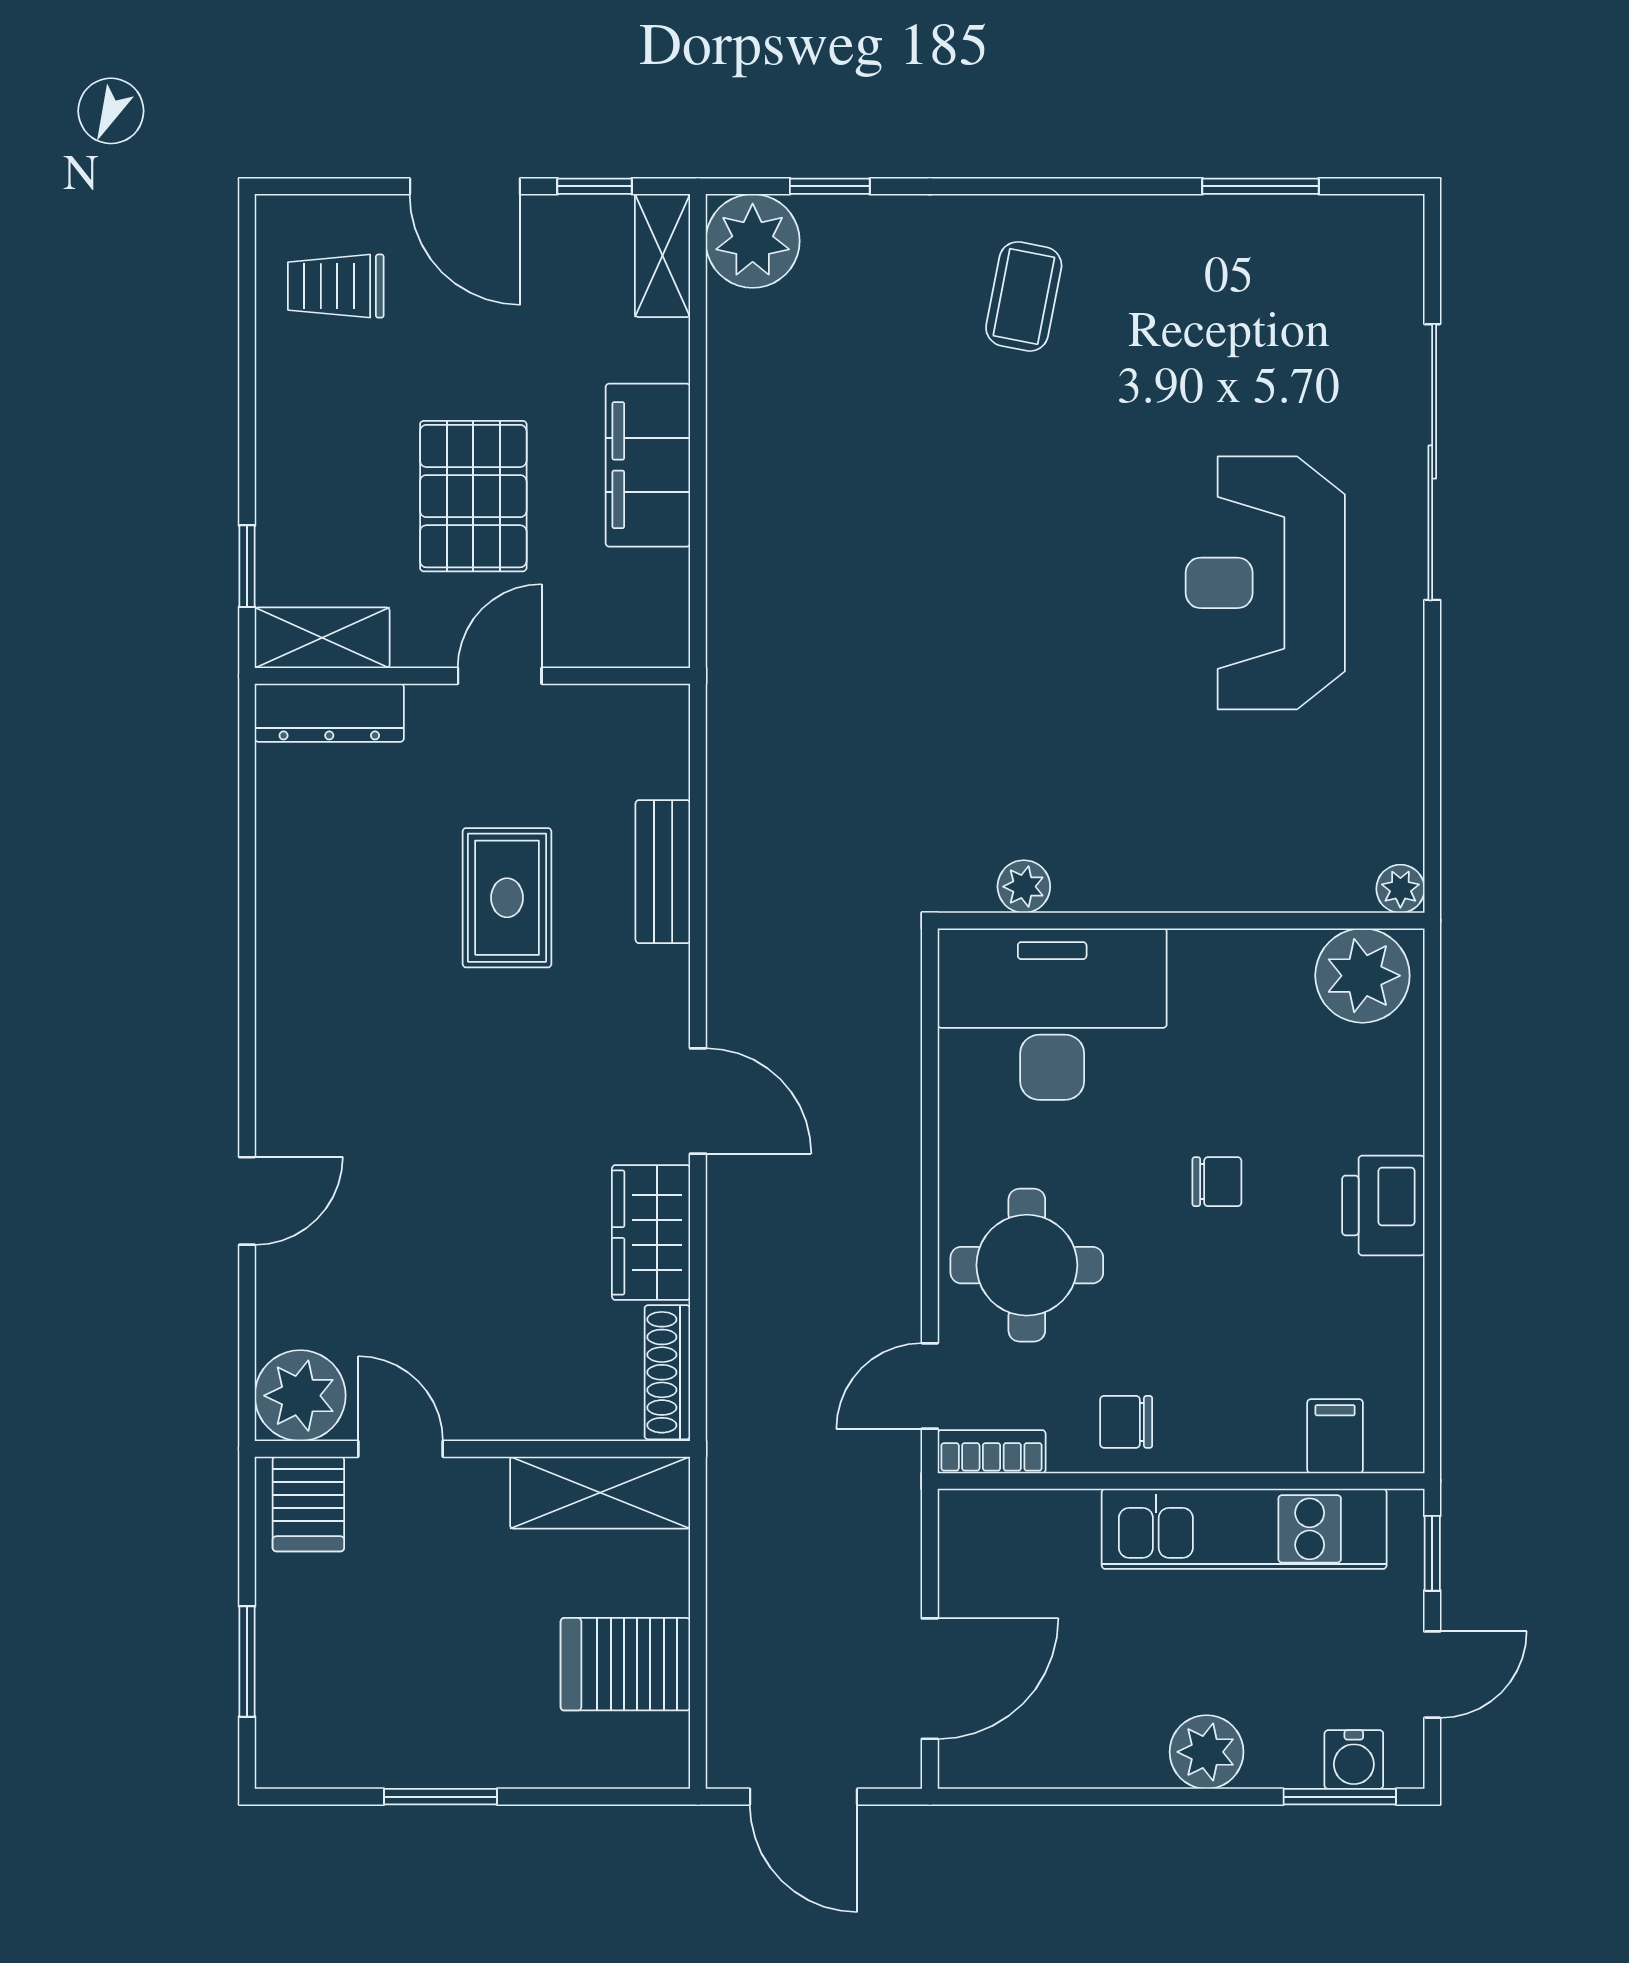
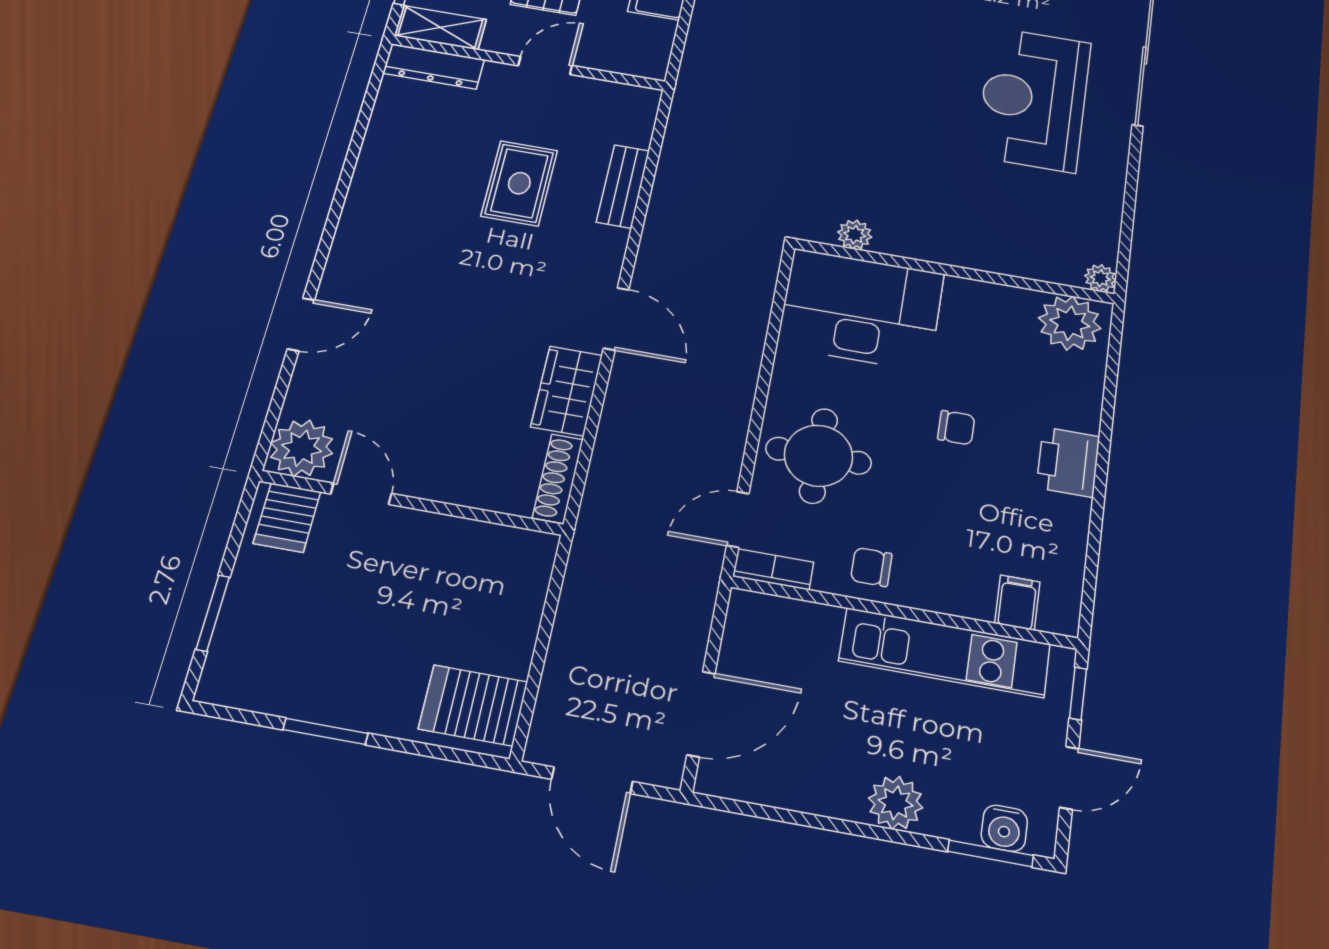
shelving: (600, 1493) -> (493, 547), removed
server rack: (625, 1664) -> (473, 705), moved

